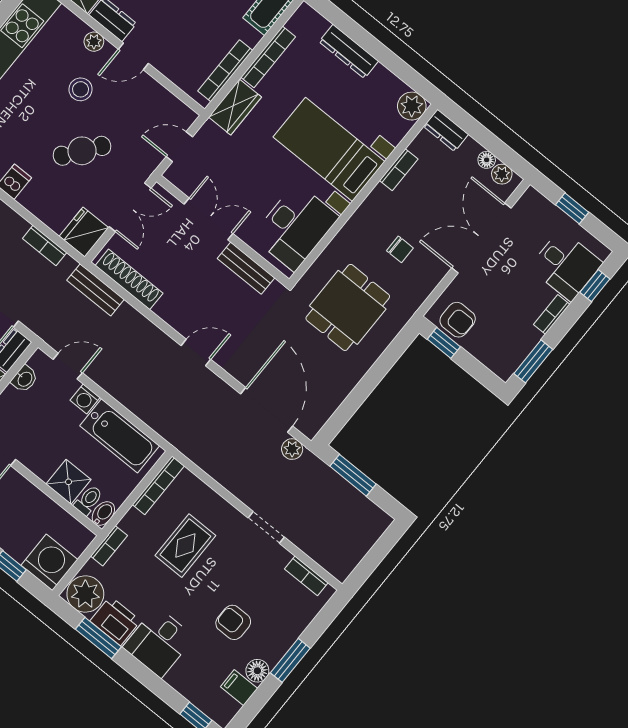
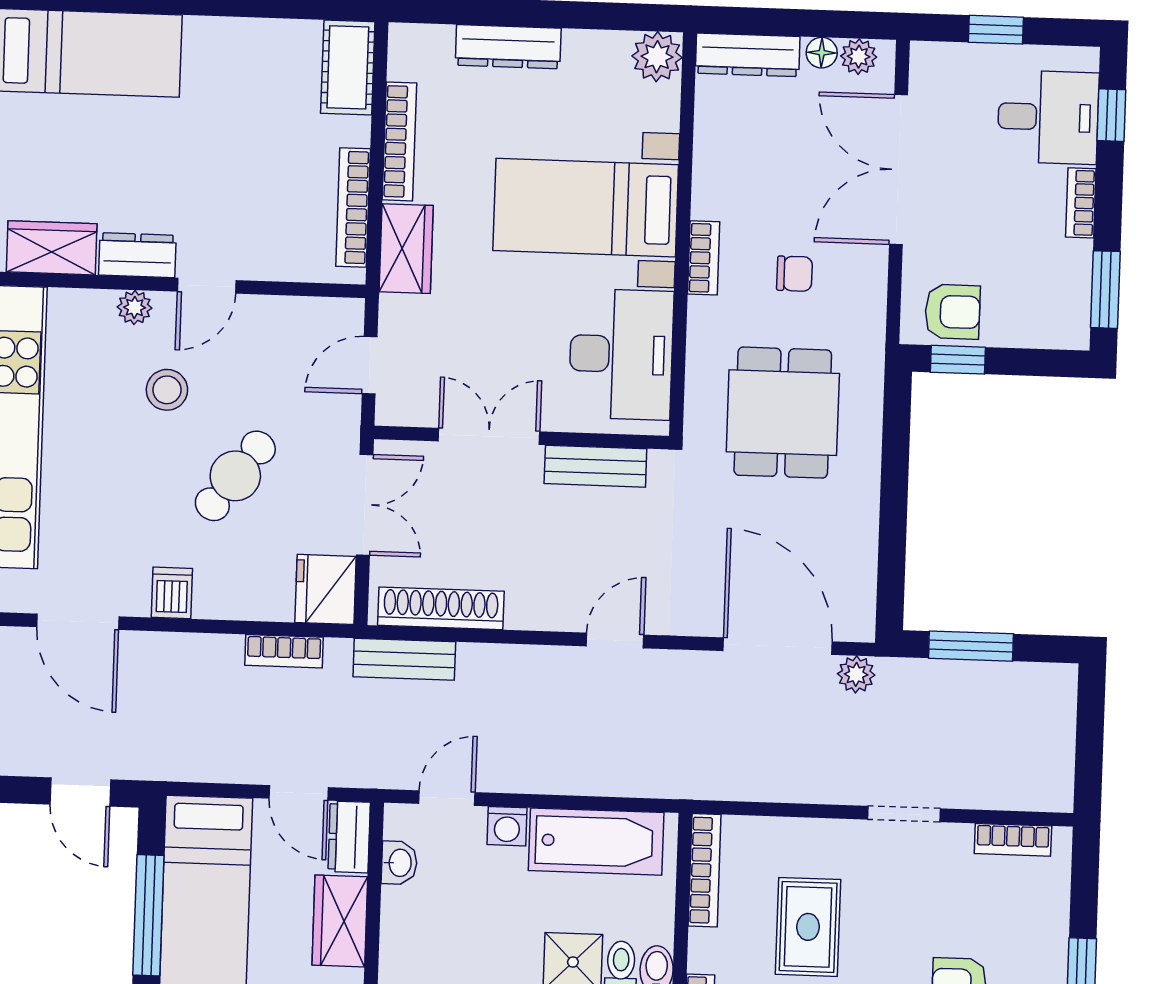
dresser: (446, 130) -> (748, 55), width x1.44
bookcase: (399, 170) -> (704, 258), moved

